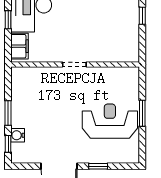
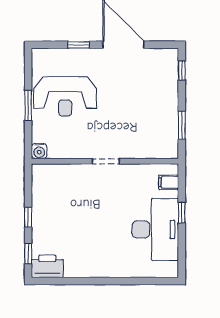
filing cabinet: (20, 46) -> (169, 182), width x0.50
window: (8, 113) -> (182, 125), moved
water cooler: (18, 135) -> (39, 151), moved, turned 90

